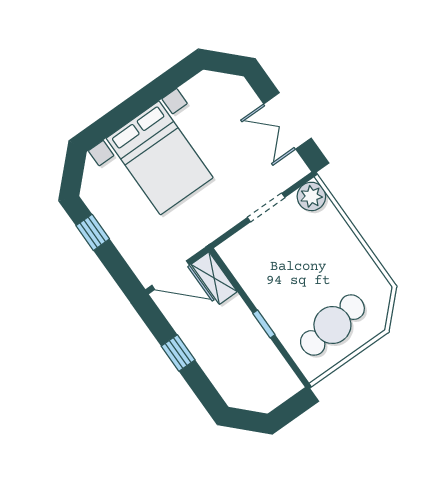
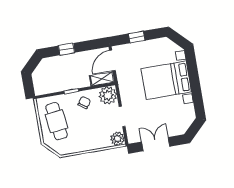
window: (93, 232) -> (137, 37), moved
plant: (239, 253) -> (108, 95), added
chair: (274, 290) -> (84, 103), added
window: (178, 353) -> (66, 49), moved

